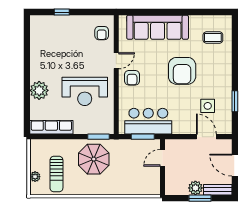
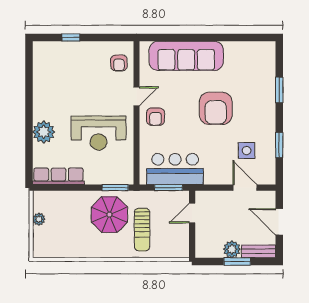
coffee table: (213, 37) -> (253, 68), removed
window: (235, 56) -> (279, 90), added
sun lounger: (56, 174) -> (142, 230), moved
plant: (35, 177) -> (39, 219), moved

